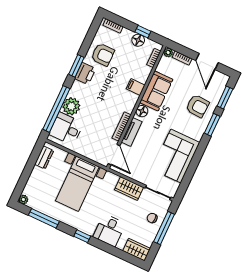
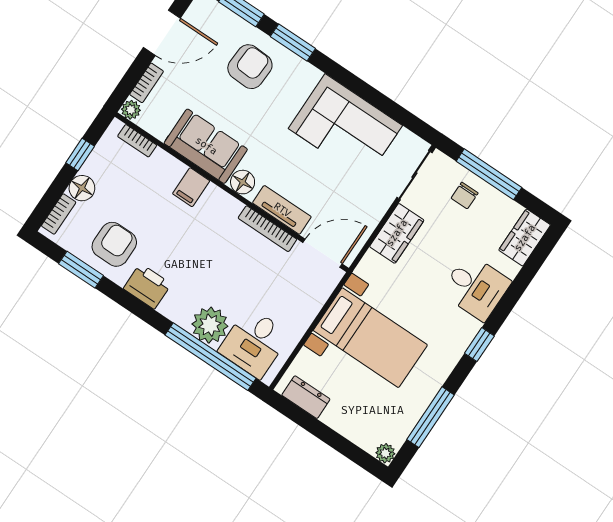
floor lamp: (138, 40) -> (82, 188), moved
window: (76, 66) -> (81, 270), moved

